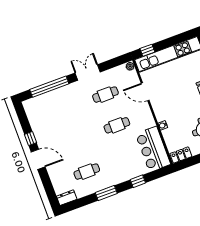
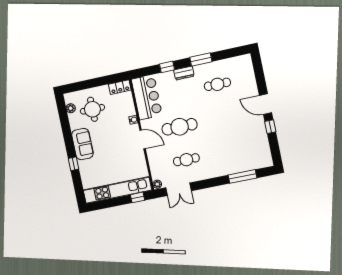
double door: (88, 72) -> (179, 189), moved
window: (49, 87) -> (242, 177), width x0.68
door: (145, 92) -> (143, 139), moved
cafe table: (117, 125) -> (180, 127), width x1.37, depth x1.35
dresser: (67, 198) -> (184, 73), moved

